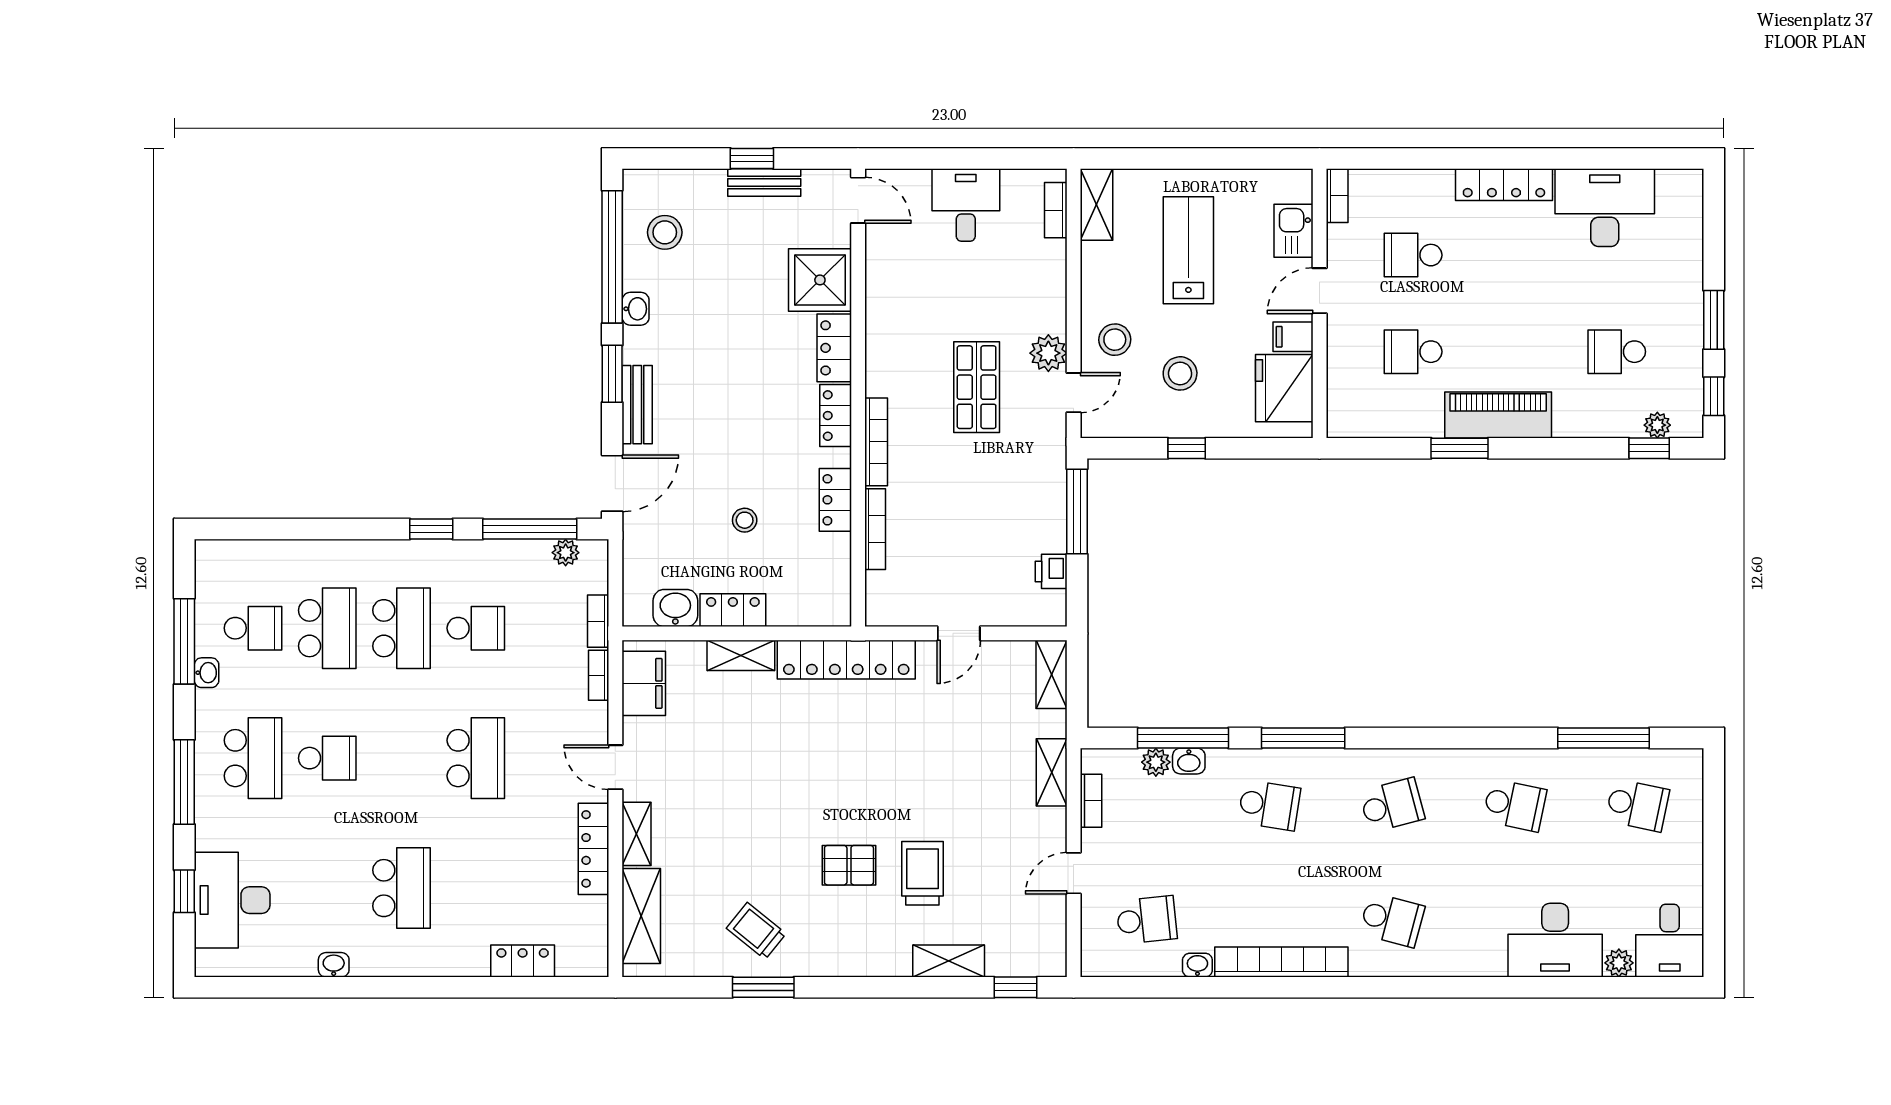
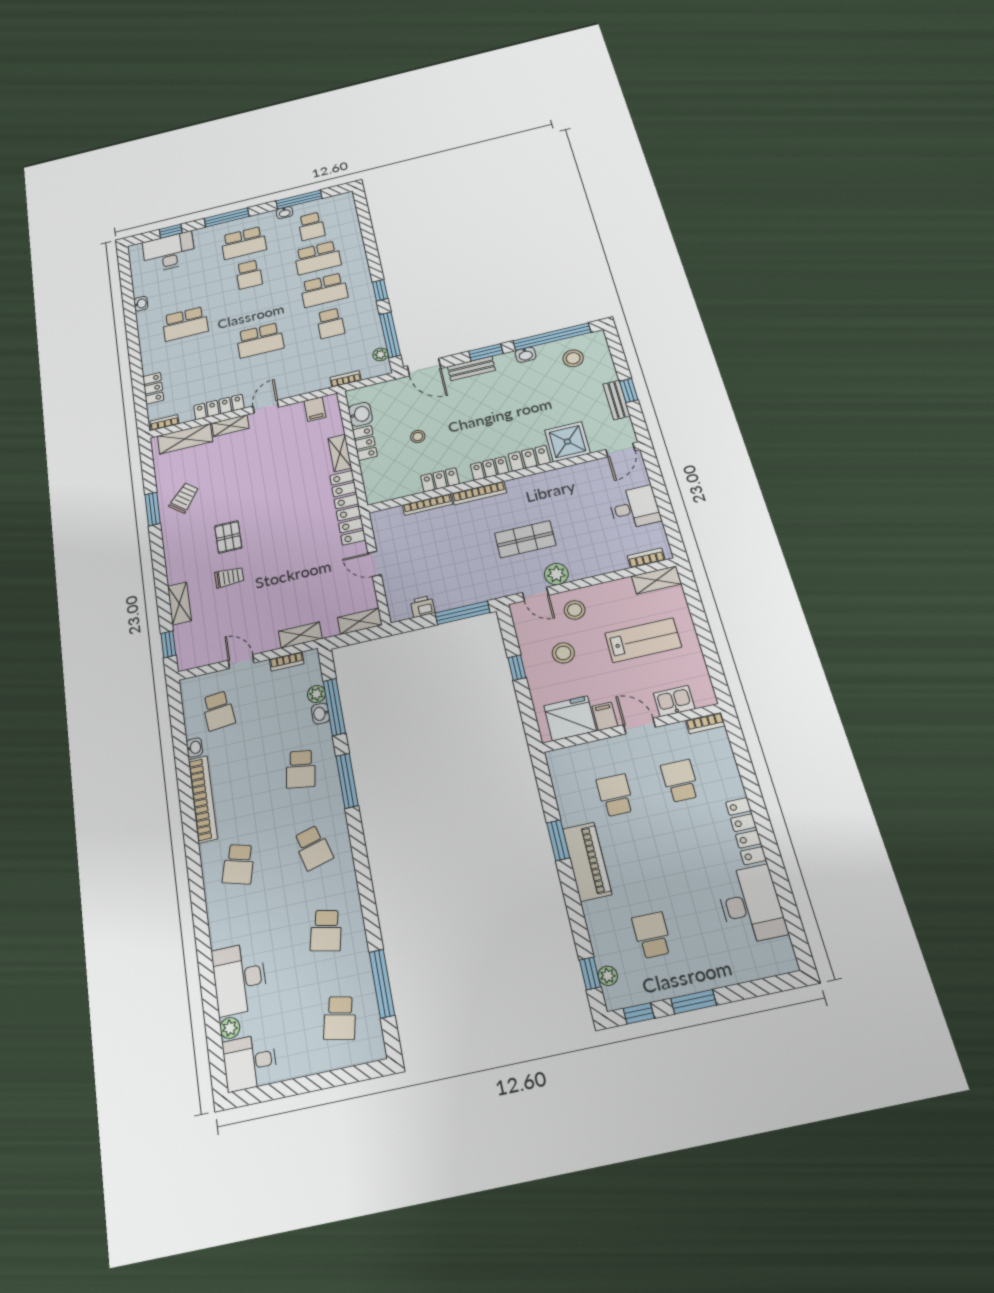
bookcase: (599, 675) -> (164, 423), moved
filing cabinet: (644, 683) -> (315, 409), width x0.50
trolley: (922, 873) -> (229, 577), width x0.73, depth x0.72

